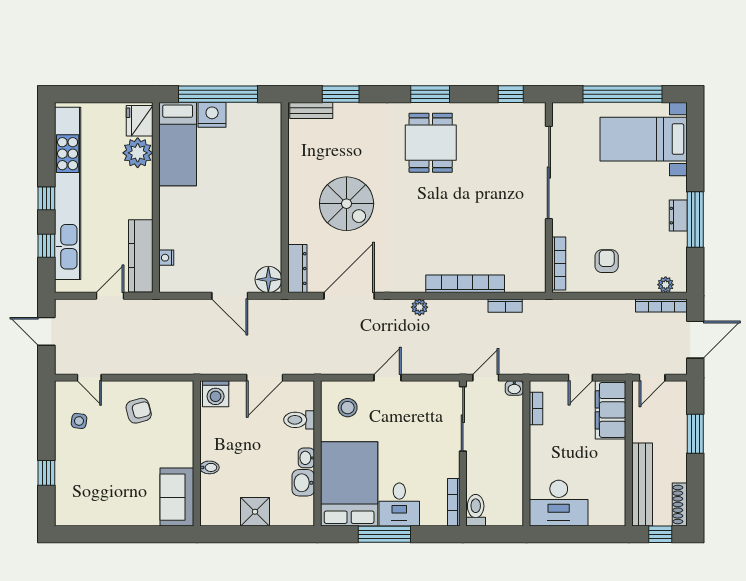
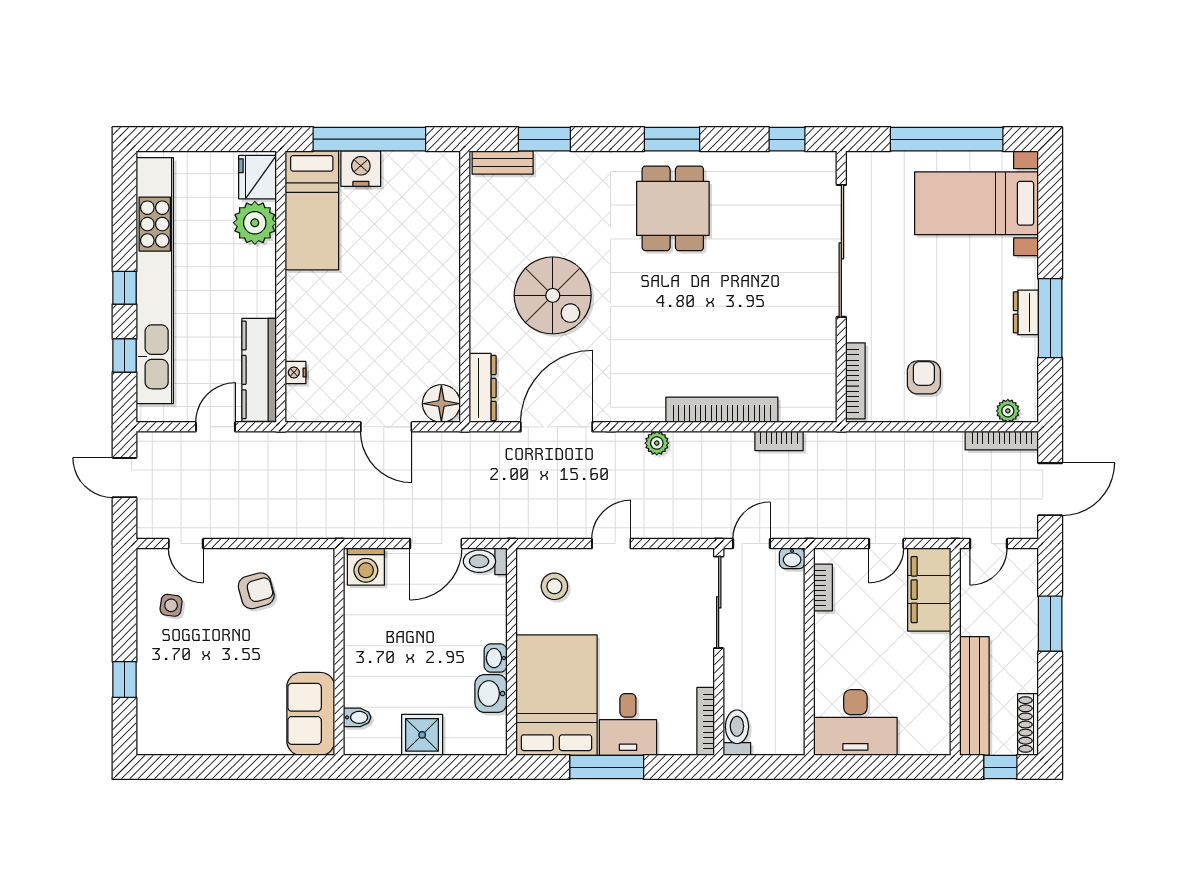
toilet: (299, 420) -> (485, 561), moved
bidet: (209, 467) -> (357, 717), moved

